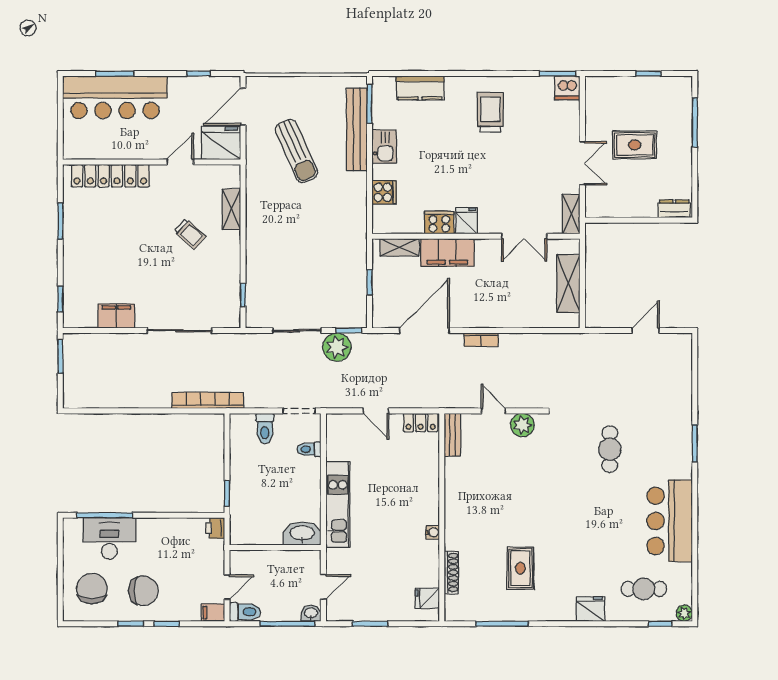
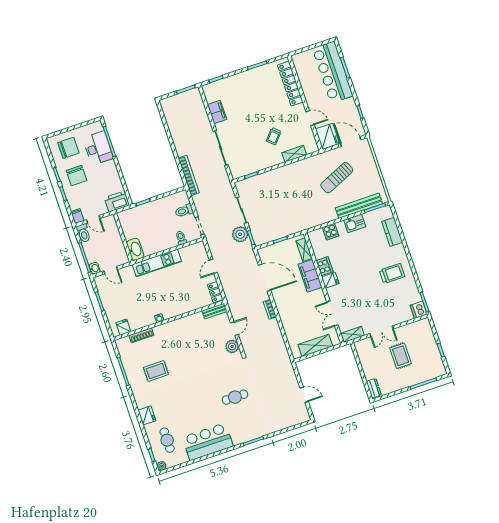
printer: (215, 528) -> (117, 201), width x1.87, depth x1.48

